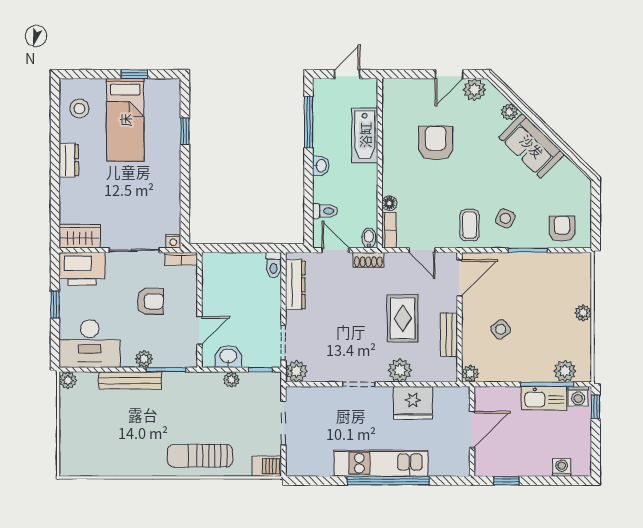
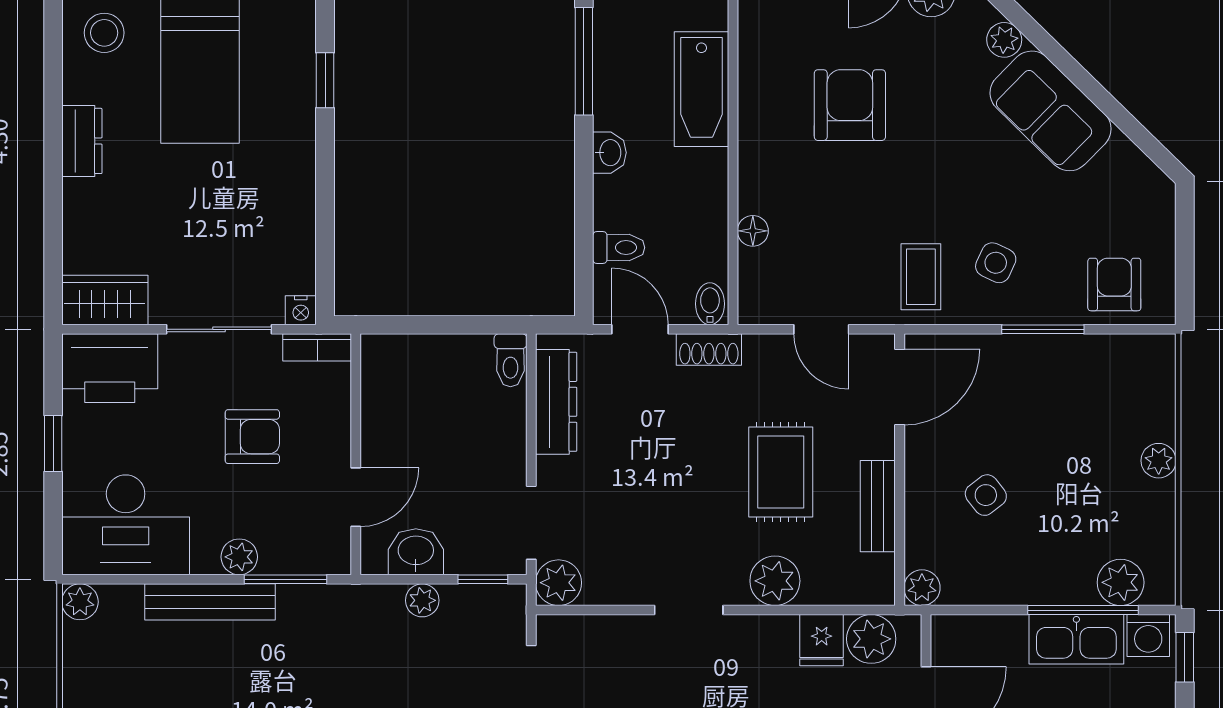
bookcase: (389, 230) -> (752, 287), removed
plant: (446, 398) -> (871, 639), added
fridge: (413, 403) -> (822, 640), width x0.53, depth x0.75

